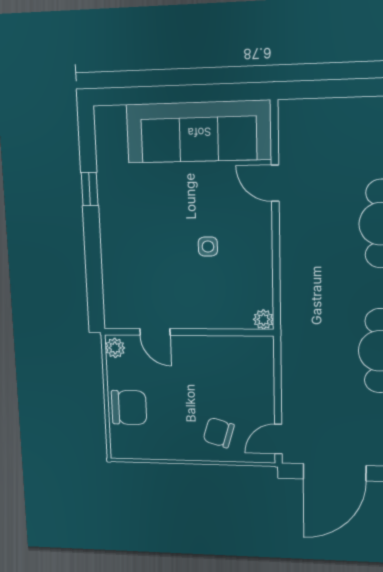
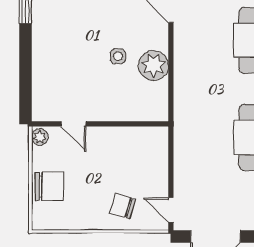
plant: (263, 319) -> (153, 65), moved, width x1.87, depth x1.87
door: (278, 439) -> (171, 210), hinge flipped

